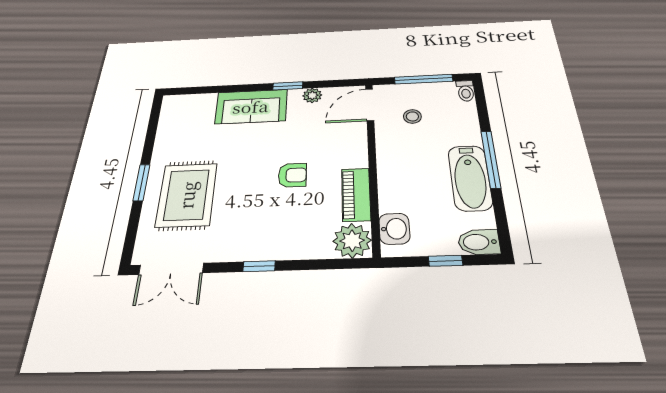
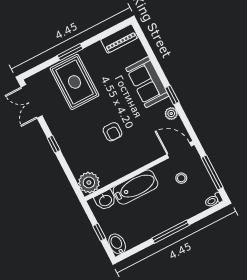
bathtub: (470, 178) -> (135, 187), moved, turned 180
piano: (356, 194) -> (120, 39), moved, turned 180
rug: (187, 195) -> (75, 82), turned 90

